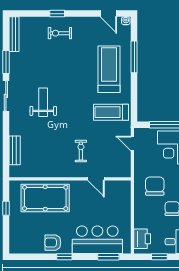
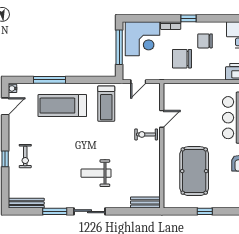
wall: (70, 179) -> (162, 146), moved
door: (96, 179) -> (162, 119), moved

